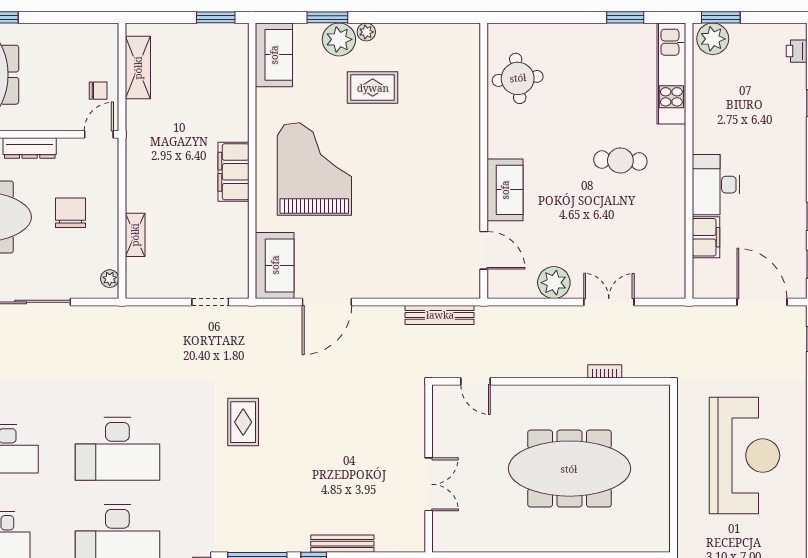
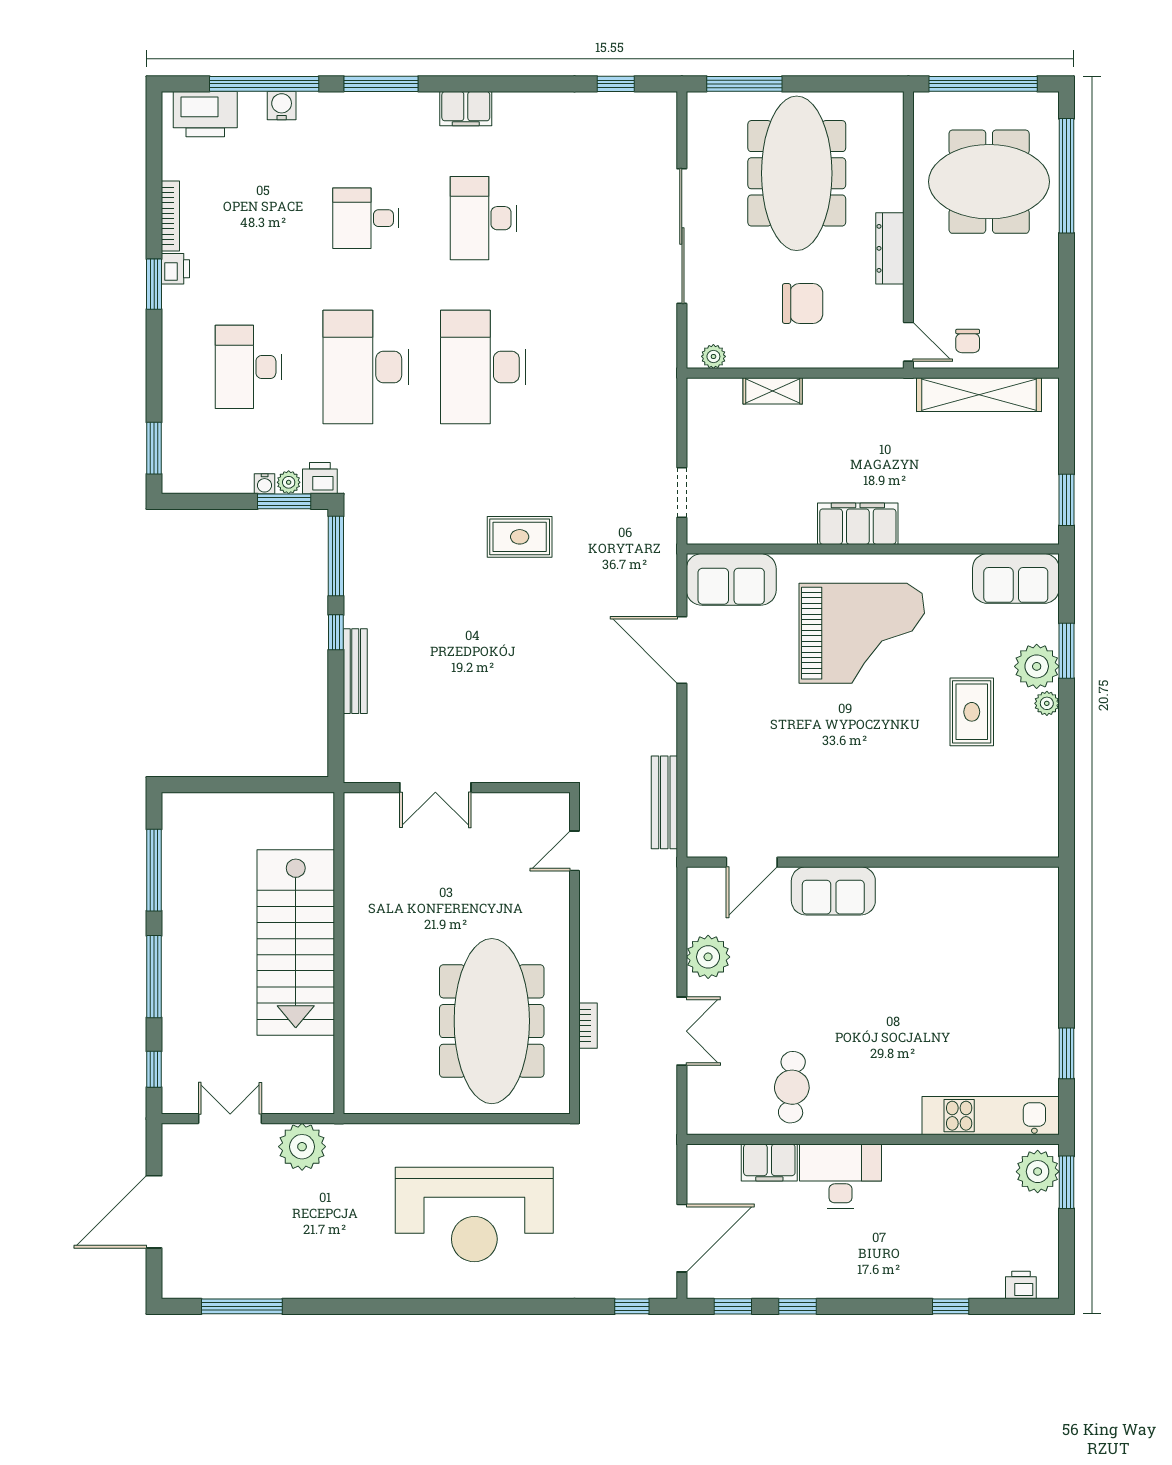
shelving: (138, 68) -> (979, 395), width x1.47
round table: (518, 78) -> (984, 908), removed
cafe table: (620, 160) -> (792, 1087), moved
meeting table: (569, 469) -> (492, 1021), moved

